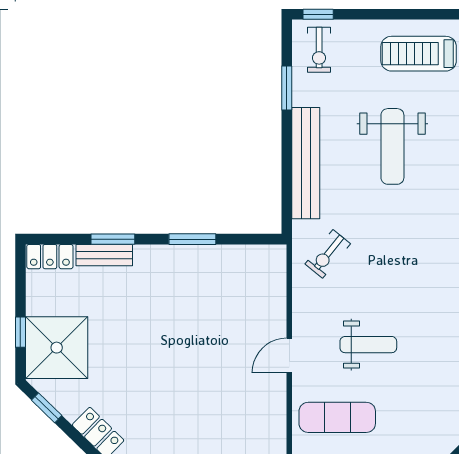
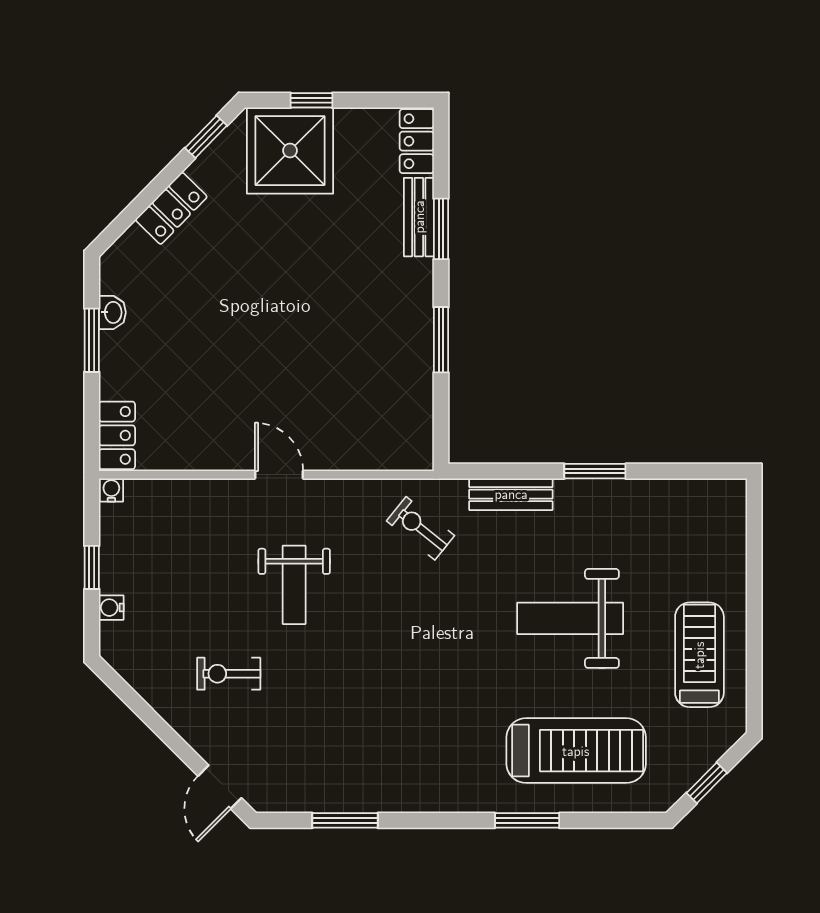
window: (318, 14) -> (754, 515), removed
exercise bike: (319, 50) -> (229, 674), moved
window: (287, 88) -> (595, 471), moved
bench: (306, 163) -> (511, 494), width x0.54, depth x0.82
exercise mat: (337, 417) -> (193, 541), removed

